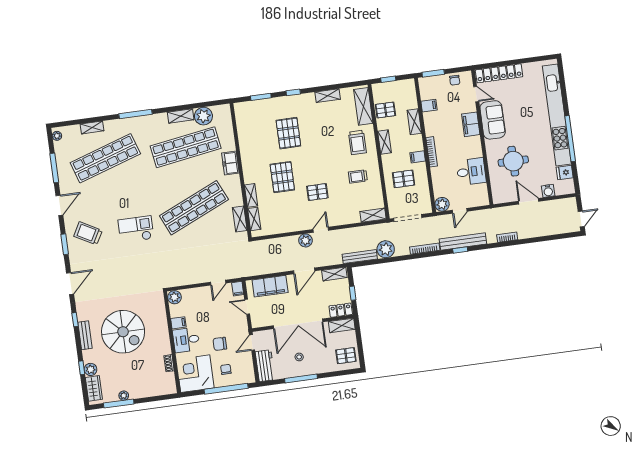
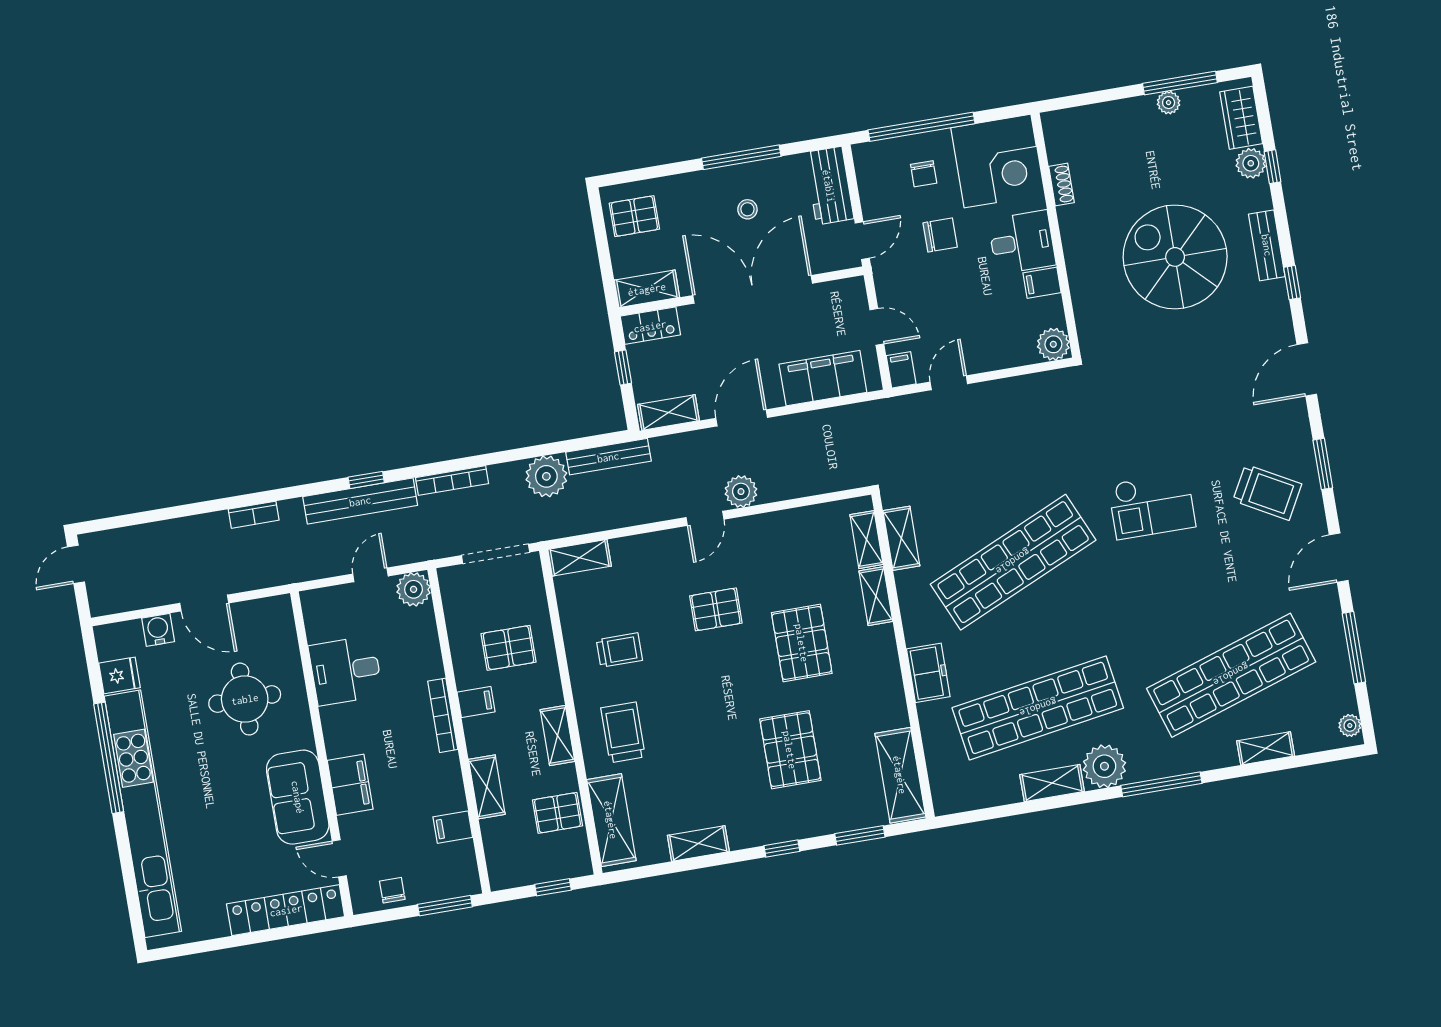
plant: (203, 116) -> (1104, 766), moved
shelving: (243, 121) -> (900, 775), added

